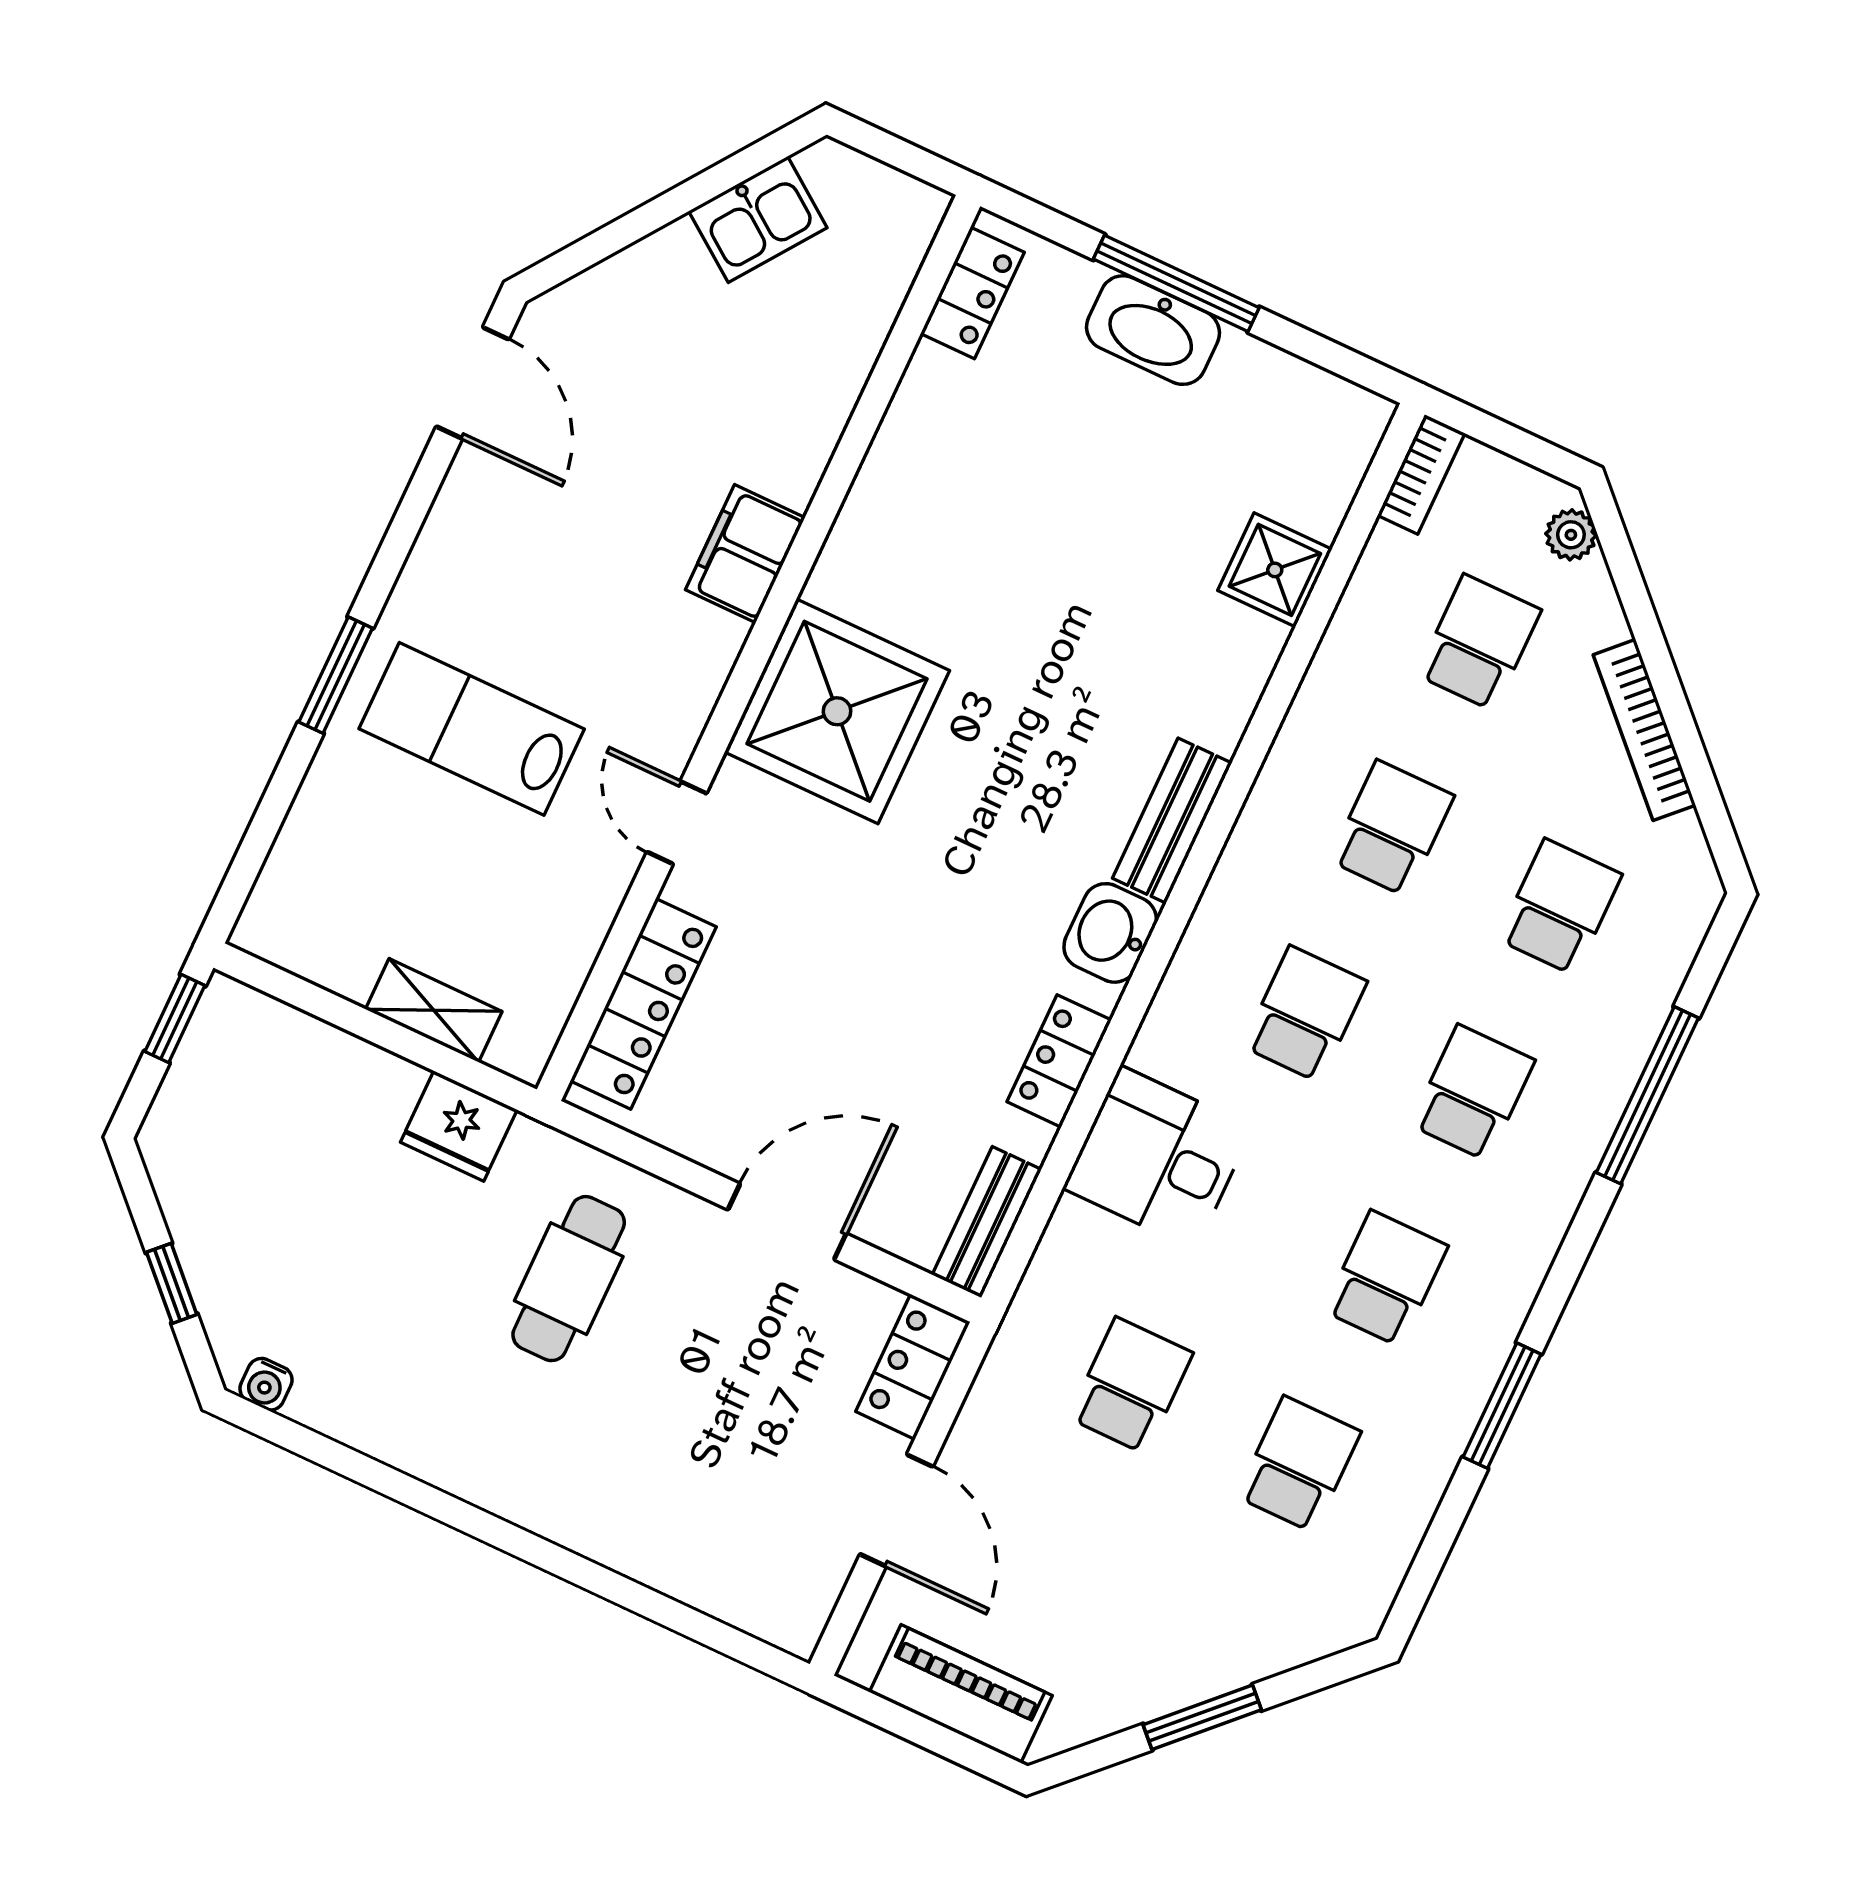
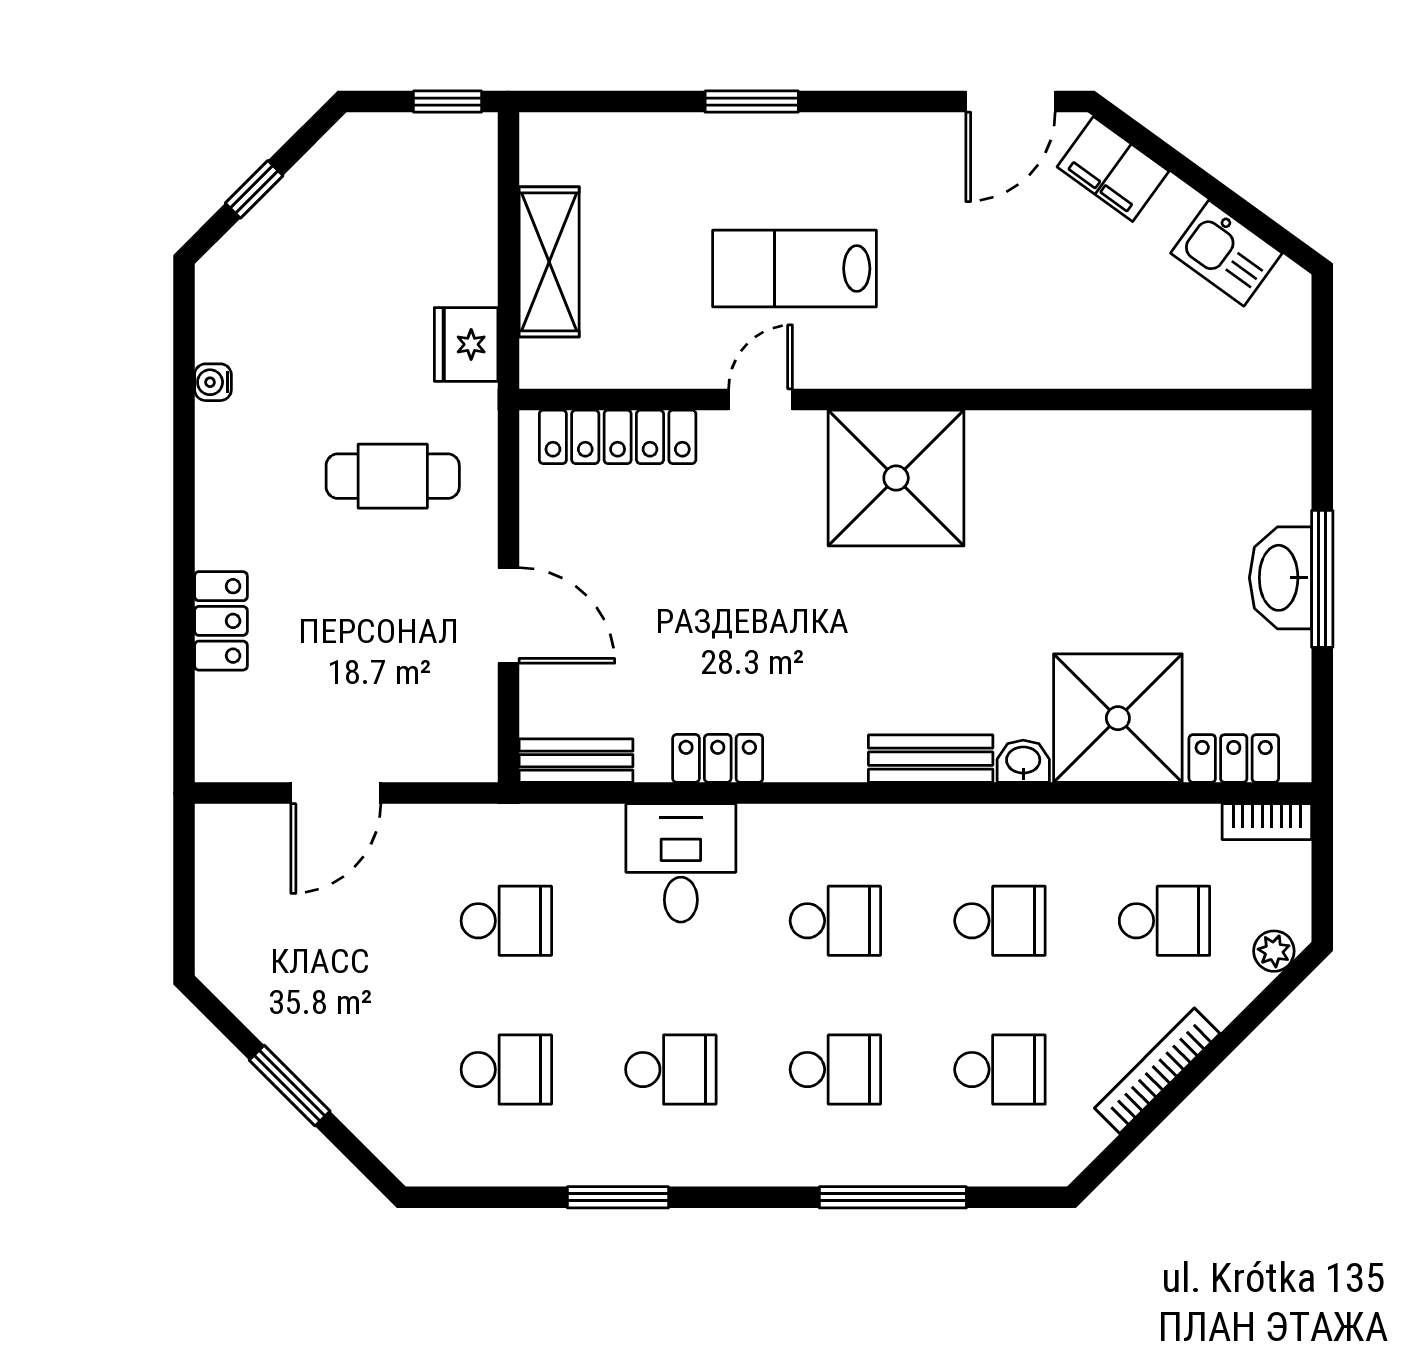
locker: (972, 293) -> (1234, 759), moved, turned 180
filing cabinet: (745, 554) -> (1113, 169), moved, turned -144
shower: (1275, 570) -> (1118, 718), width x1.86, depth x1.86
lab bench: (472, 729) -> (795, 269), moved, turned -90
washbasin: (1110, 933) -> (1023, 761), moved, width x0.72, depth x0.69
shelving: (434, 1010) -> (549, 262), width x1.50, depth x1.33
locker: (913, 1367) -> (221, 621), moved, turned 90
water cooler: (266, 1384) -> (213, 382), moved
piano: (961, 1694) -> (225, 902), removed

